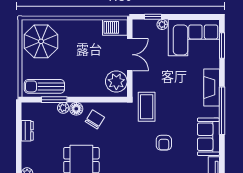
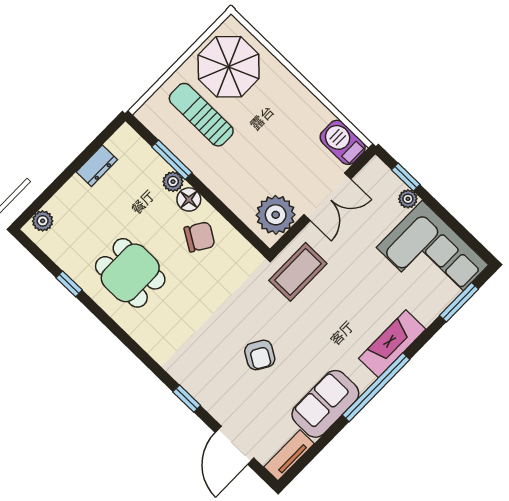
sun lounger: (44, 86) -> (201, 115), moved
coffee table: (147, 107) -> (298, 272), moved
armchair: (164, 143) -> (260, 355), turned -59

